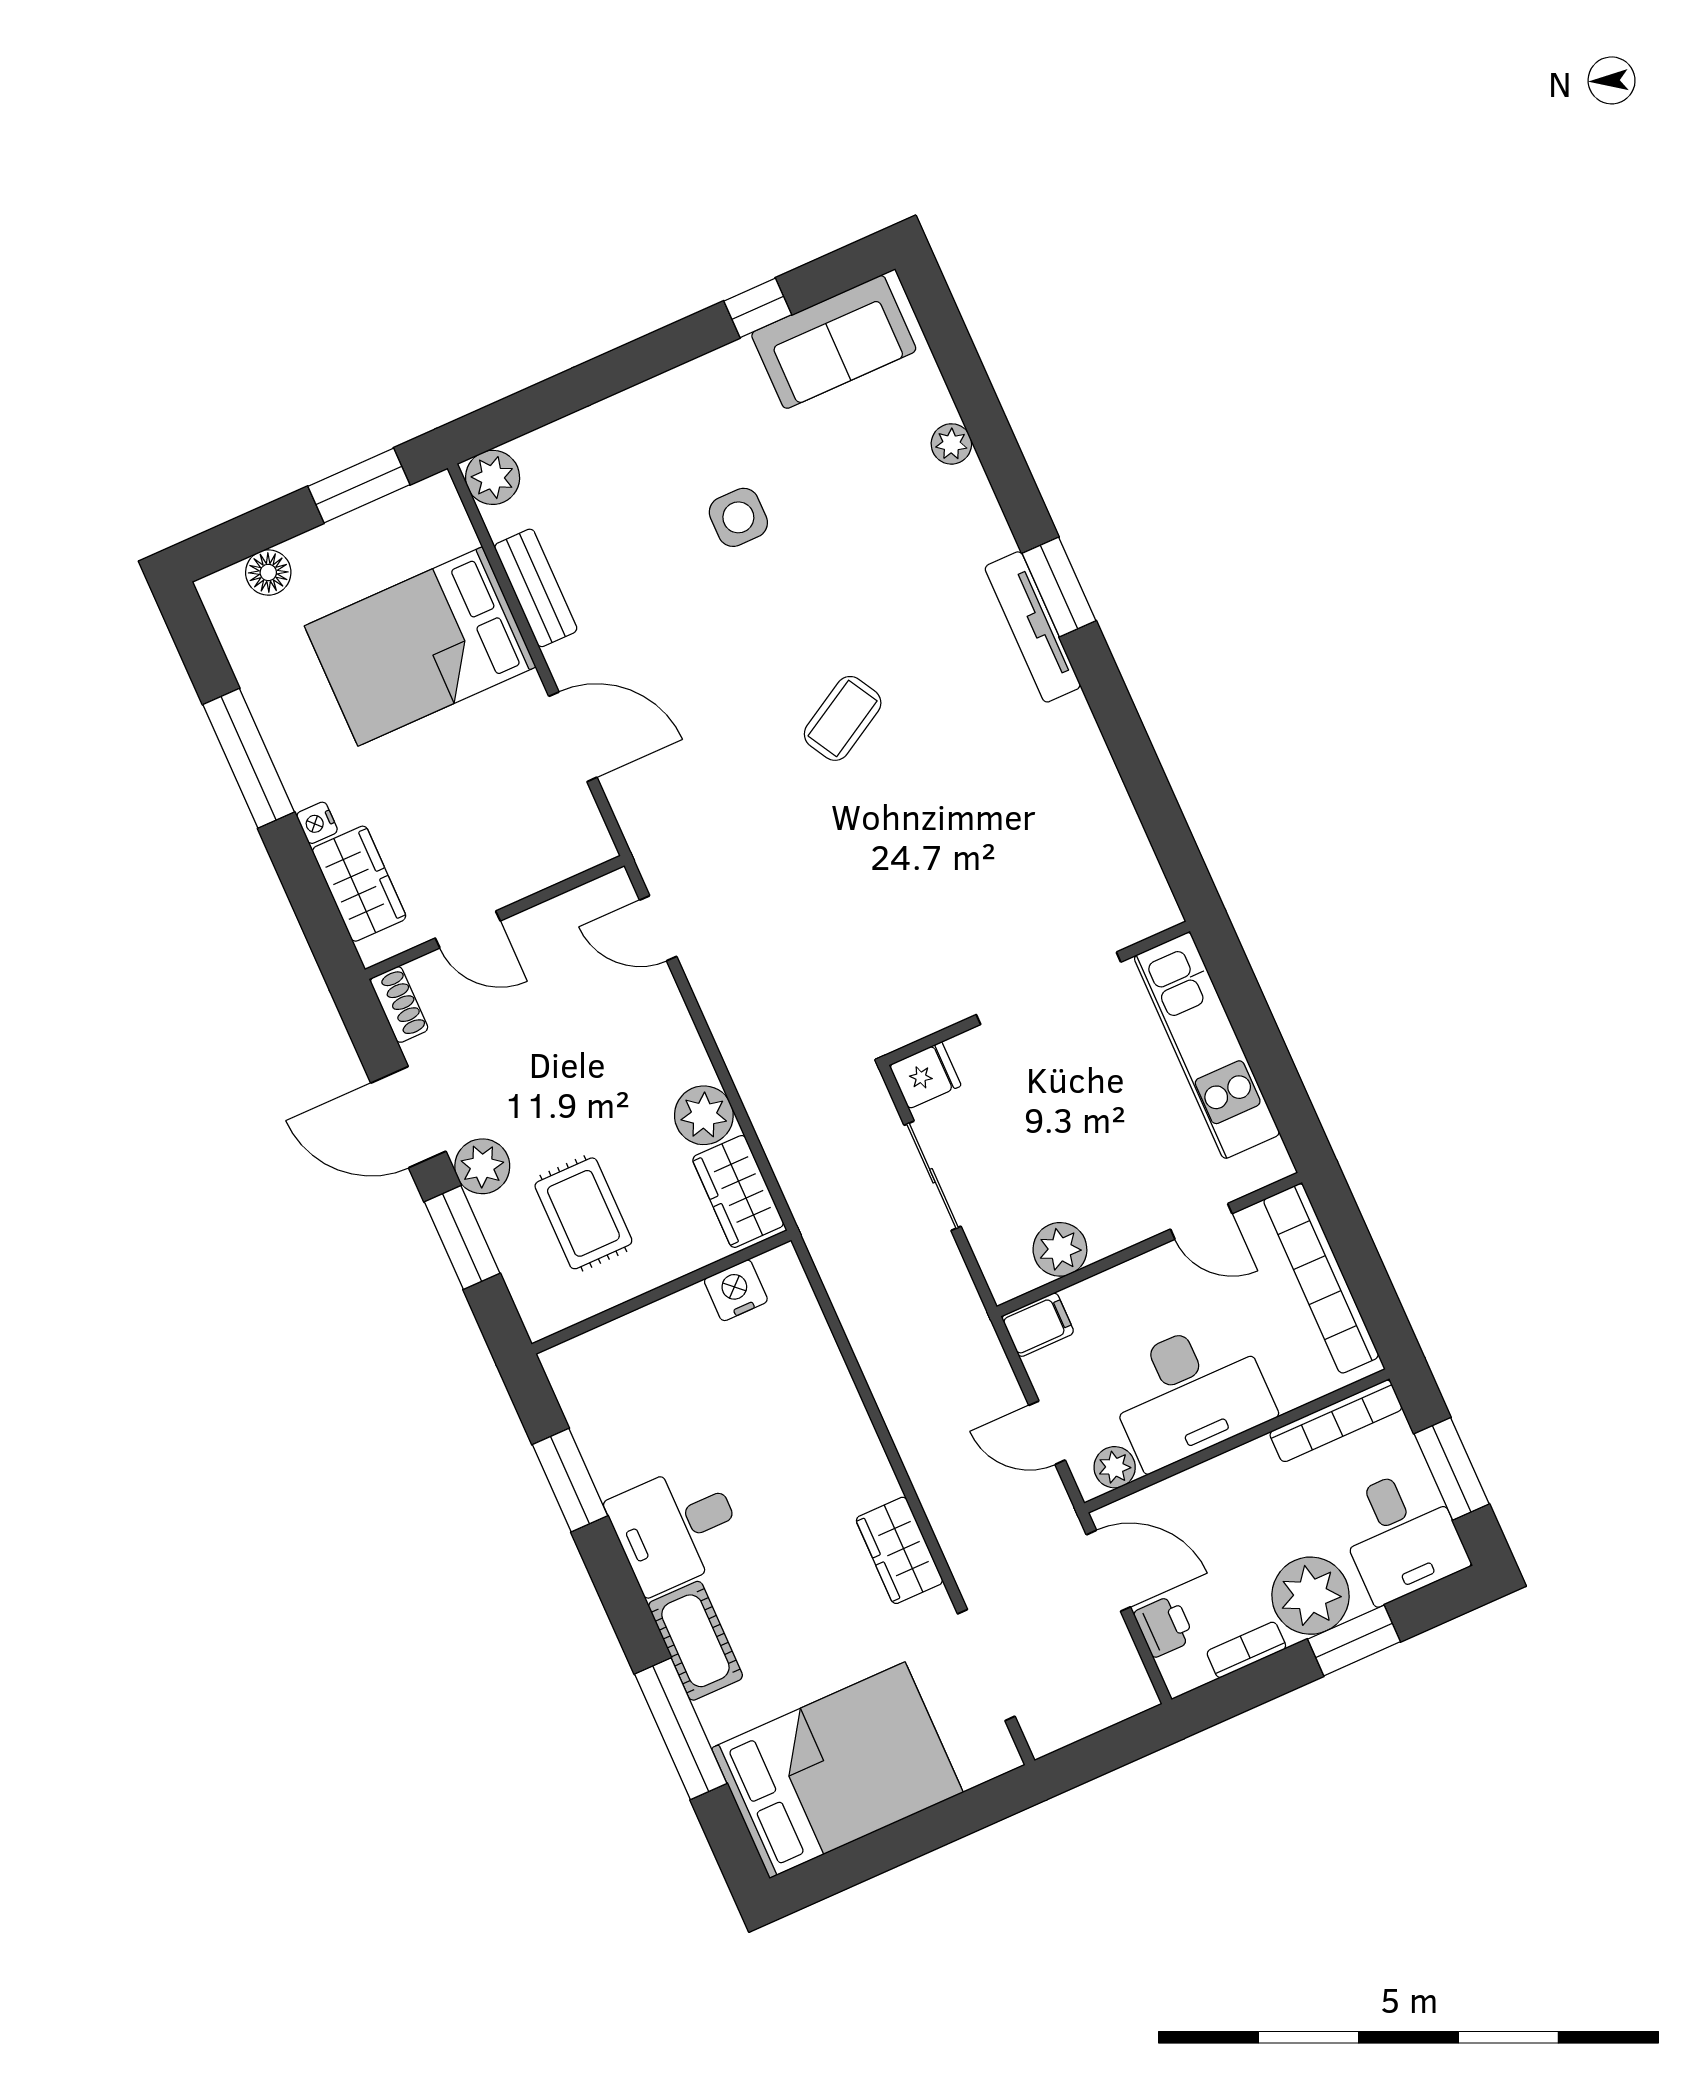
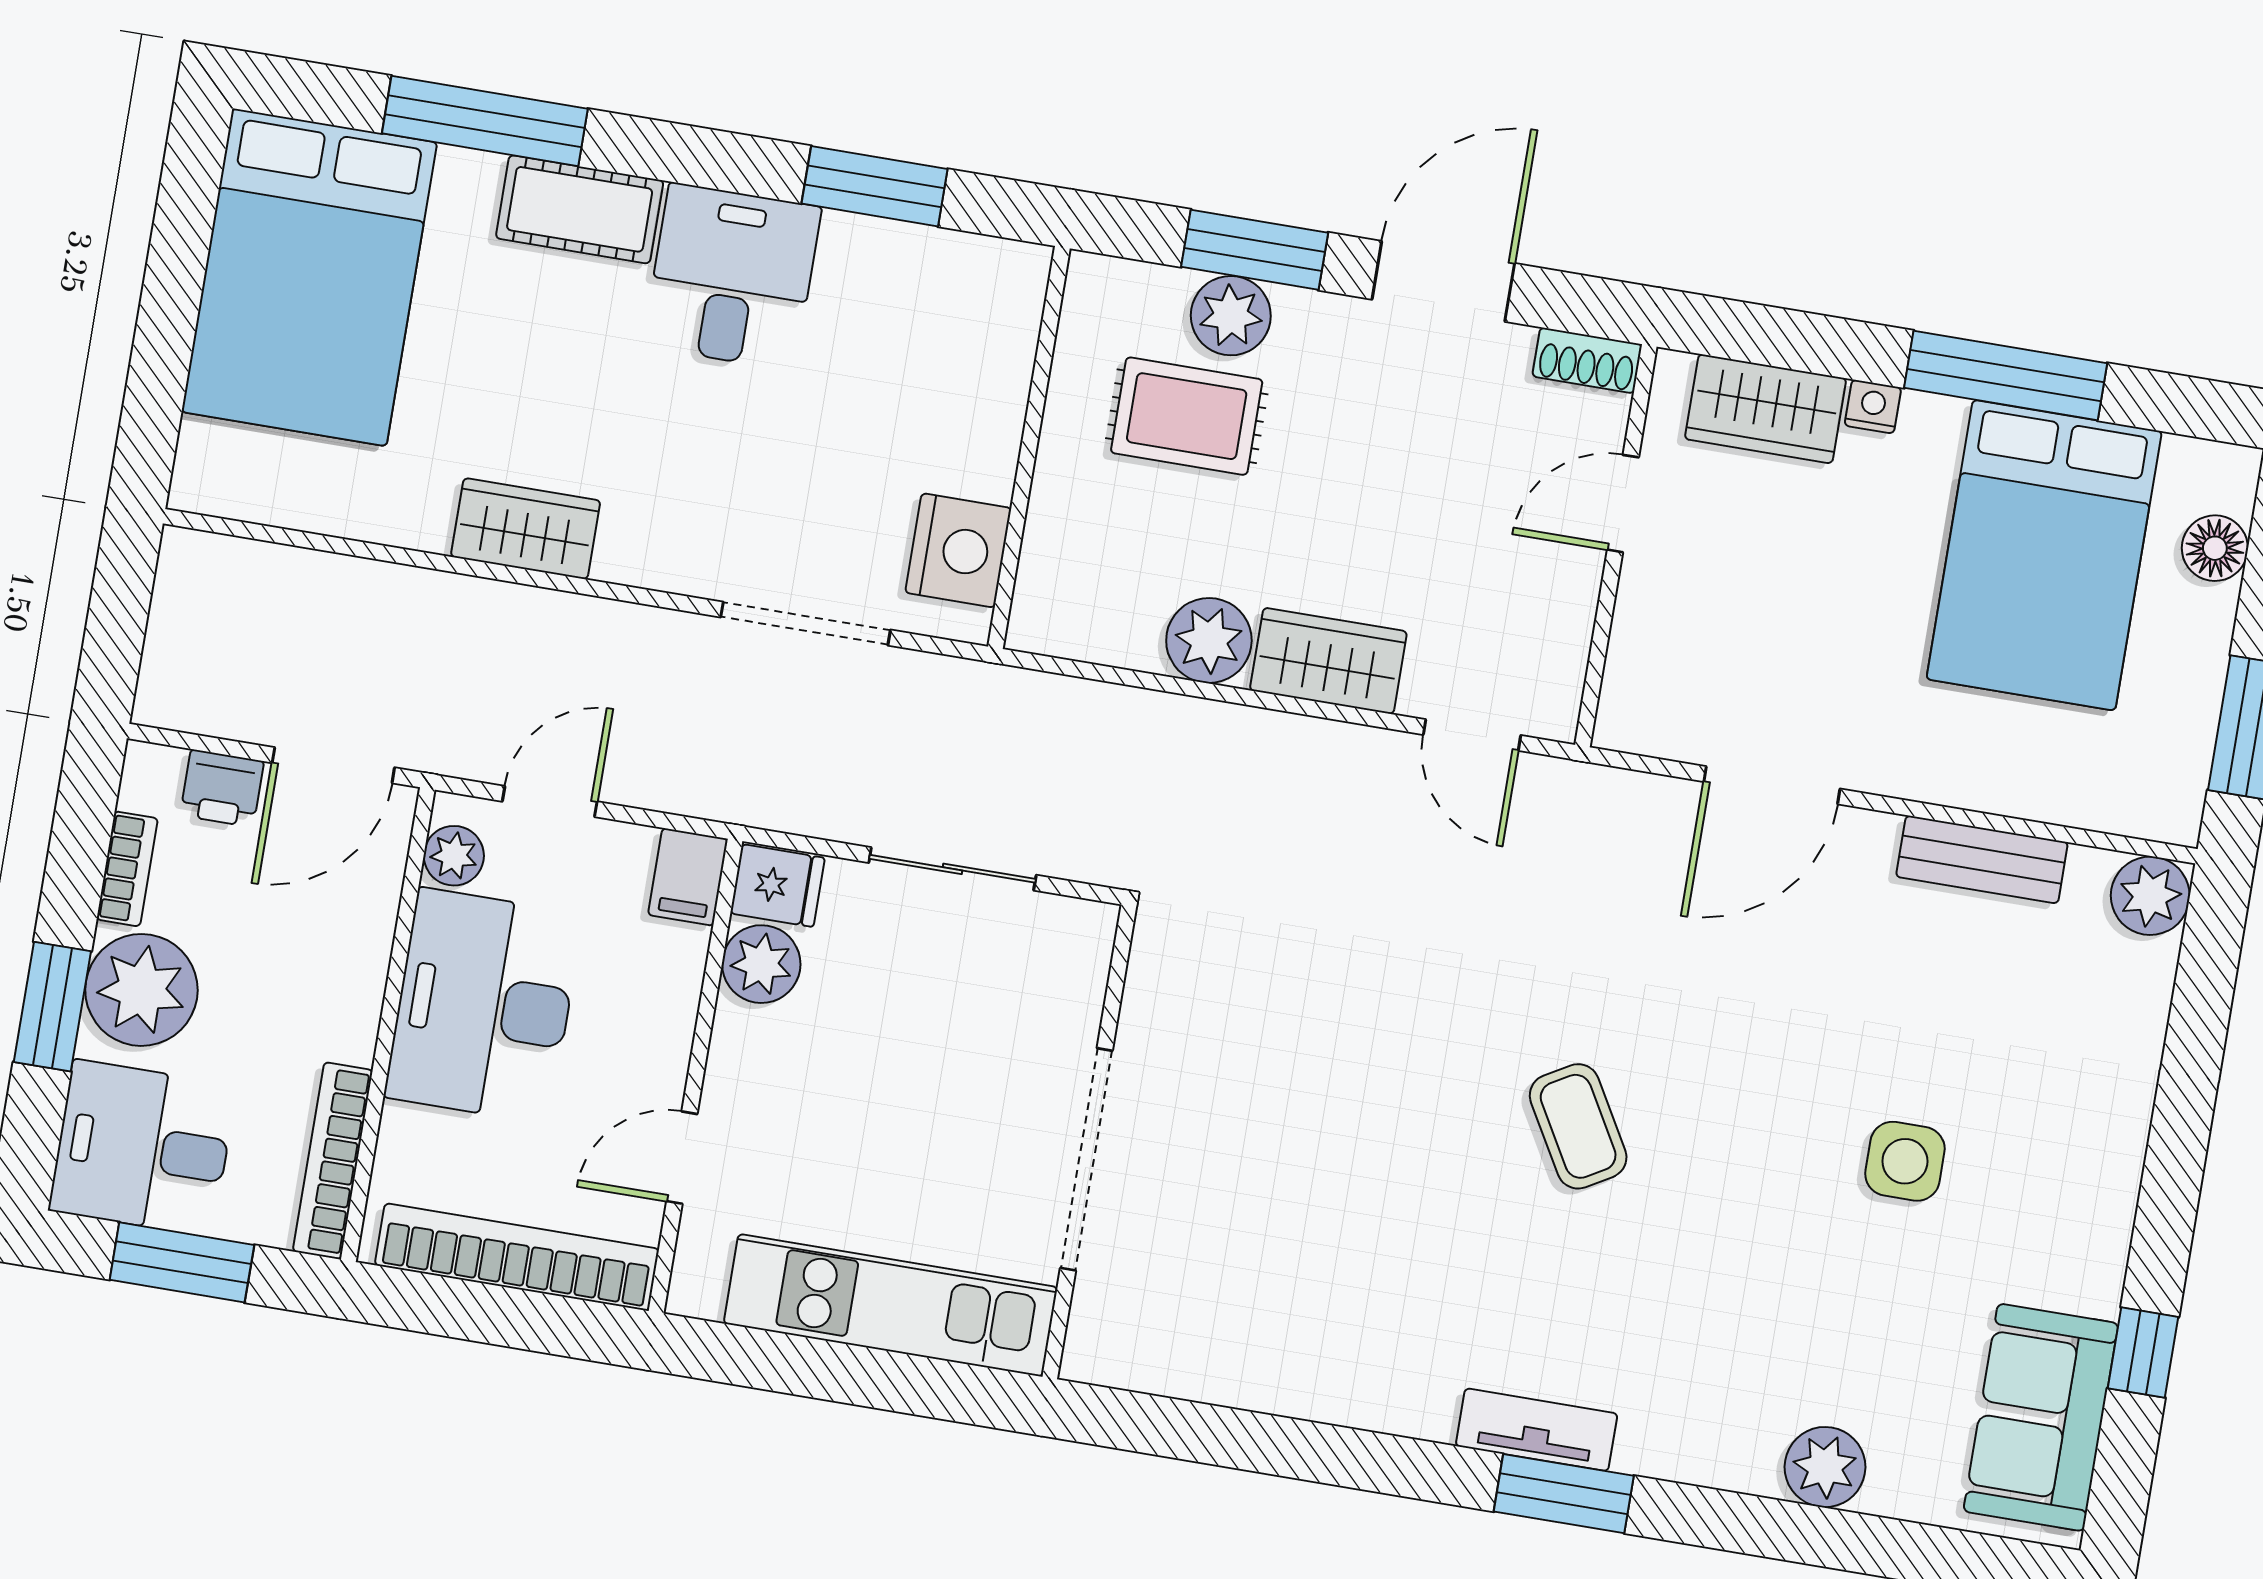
plant: (951, 444) -> (1825, 1467), width x1.38, depth x1.38
tv unit: (1033, 627) -> (1537, 1430), width x0.71
bed: (420, 646) -> (2044, 555), moved, turned 180
door: (658, 928) -> (1472, 735), swing flipped
fridge: (925, 1075) -> (778, 886), moved, turned -90
plant: (482, 1166) -> (1231, 316), moved
wardrobe: (738, 1191) -> (1328, 661), moved
nightstand: (736, 1290) -> (958, 550), width x1.36, depth x1.33
doorway: (986, 1665) -> (806, 624), moved

